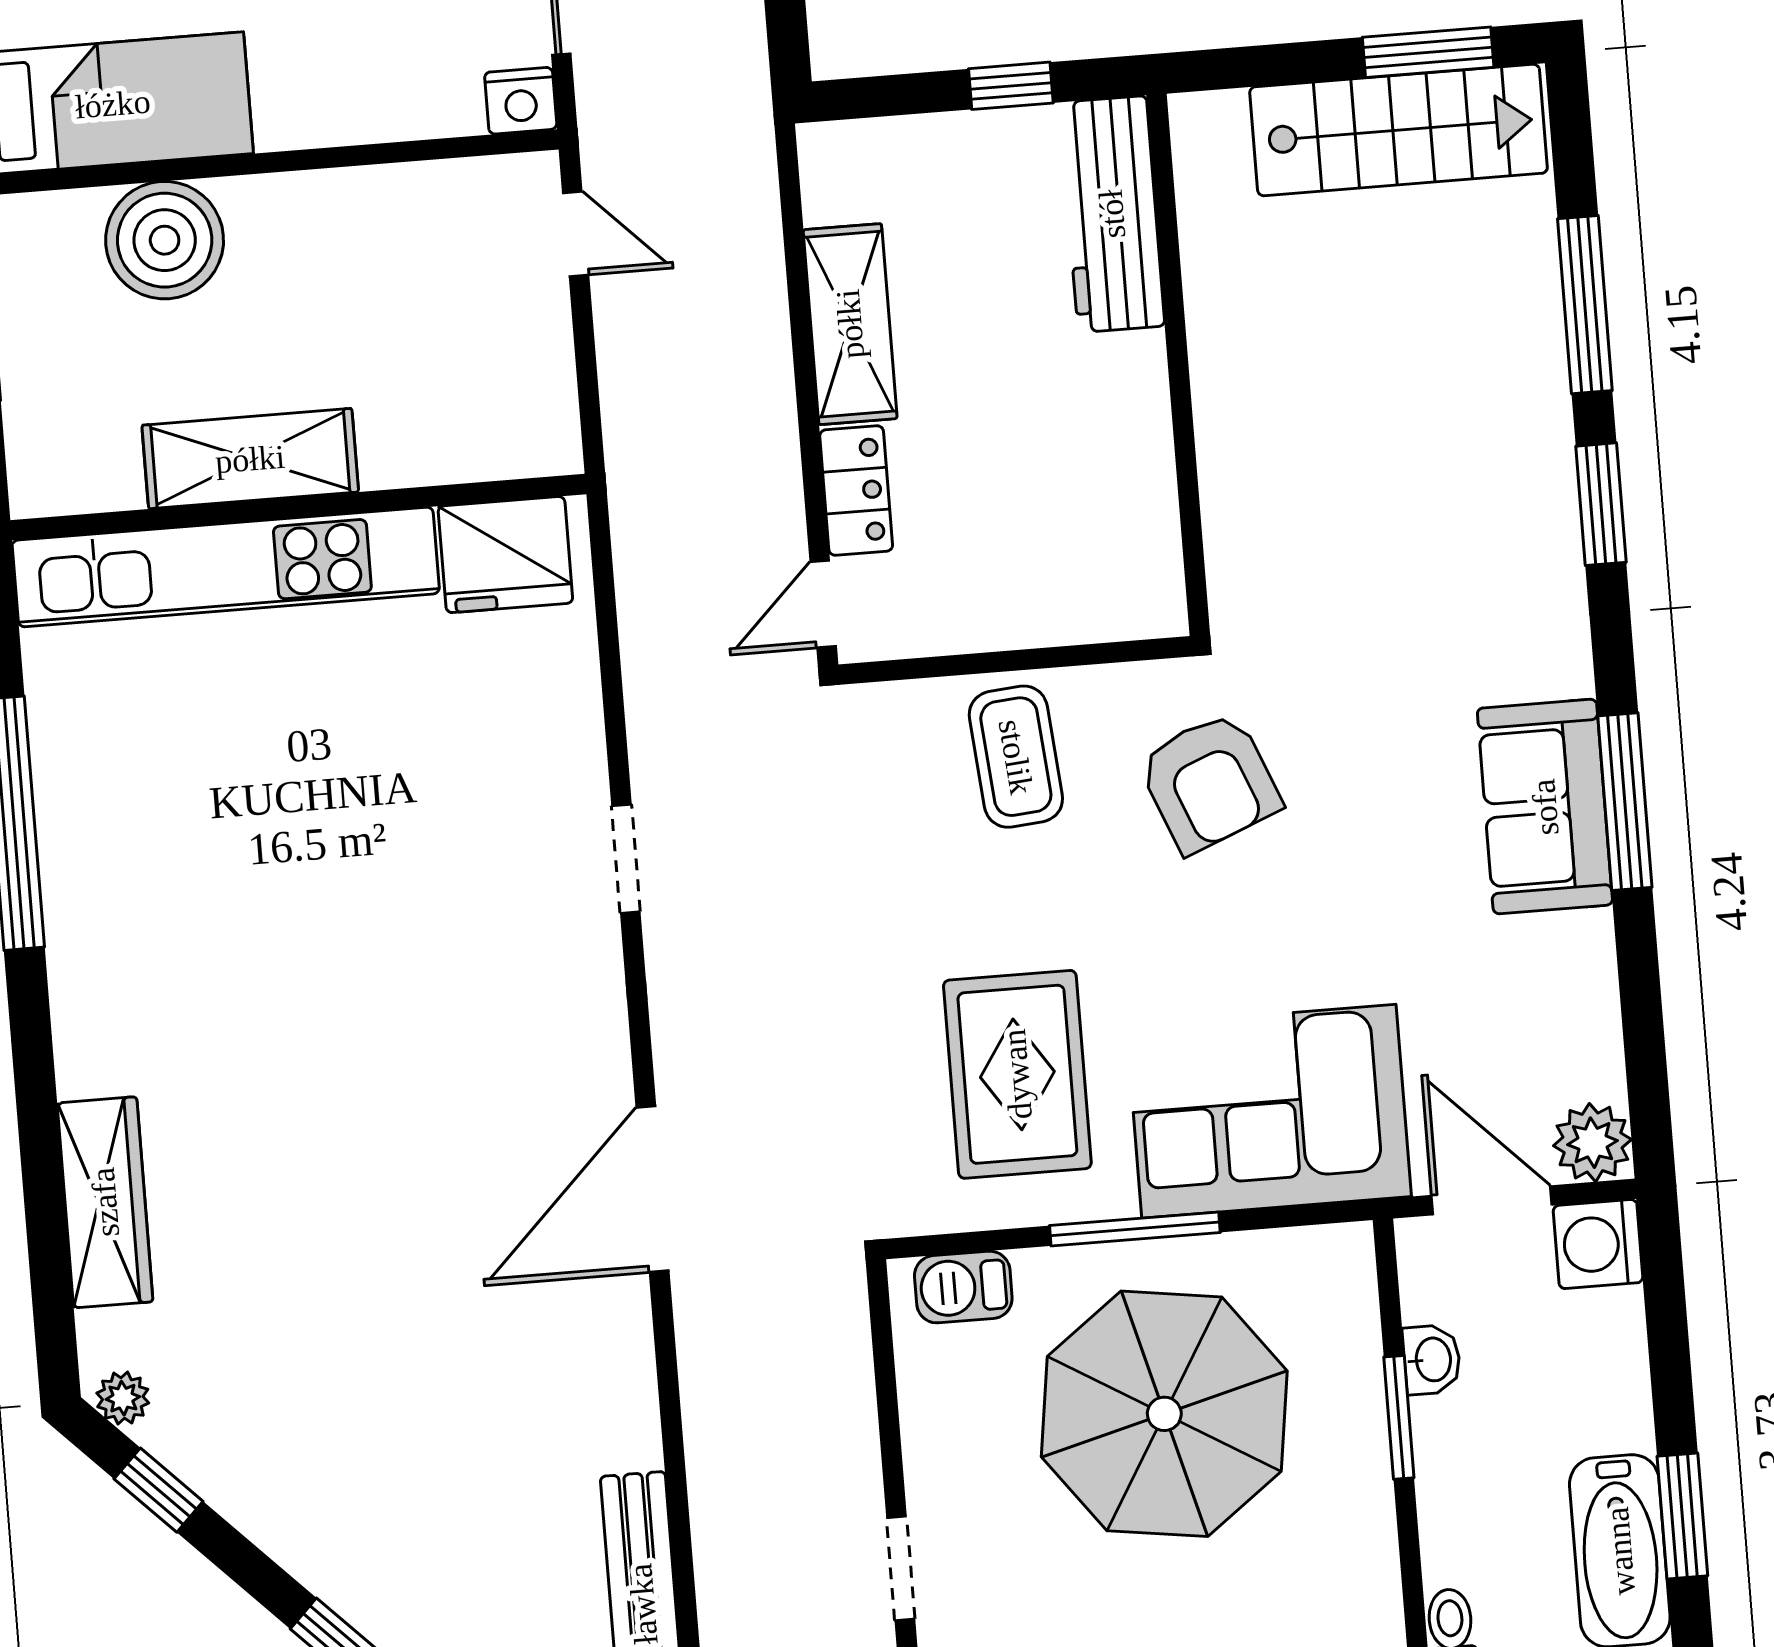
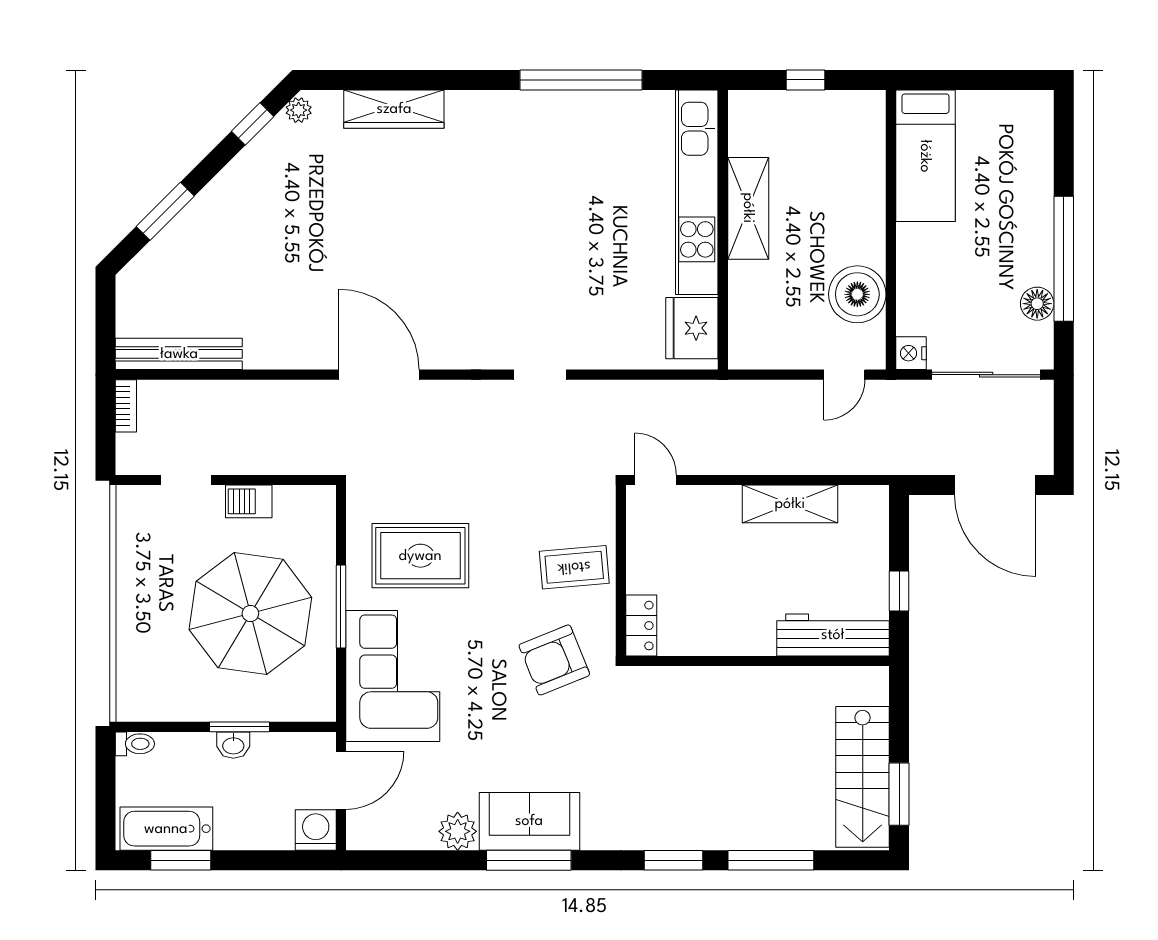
boiler: (165, 240) -> (857, 294), moved
locker: (856, 491) -> (641, 626), moved, turned -90
plant: (1592, 1143) -> (458, 831), moved
barbecue: (963, 1287) -> (249, 501), moved, turned -90
washbasin: (1432, 1360) -> (233, 745), moved

